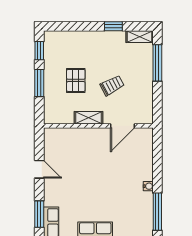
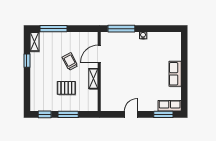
door: (122, 126) -> (99, 54), swing flipped
window: (157, 212) -> (121, 29), moved

